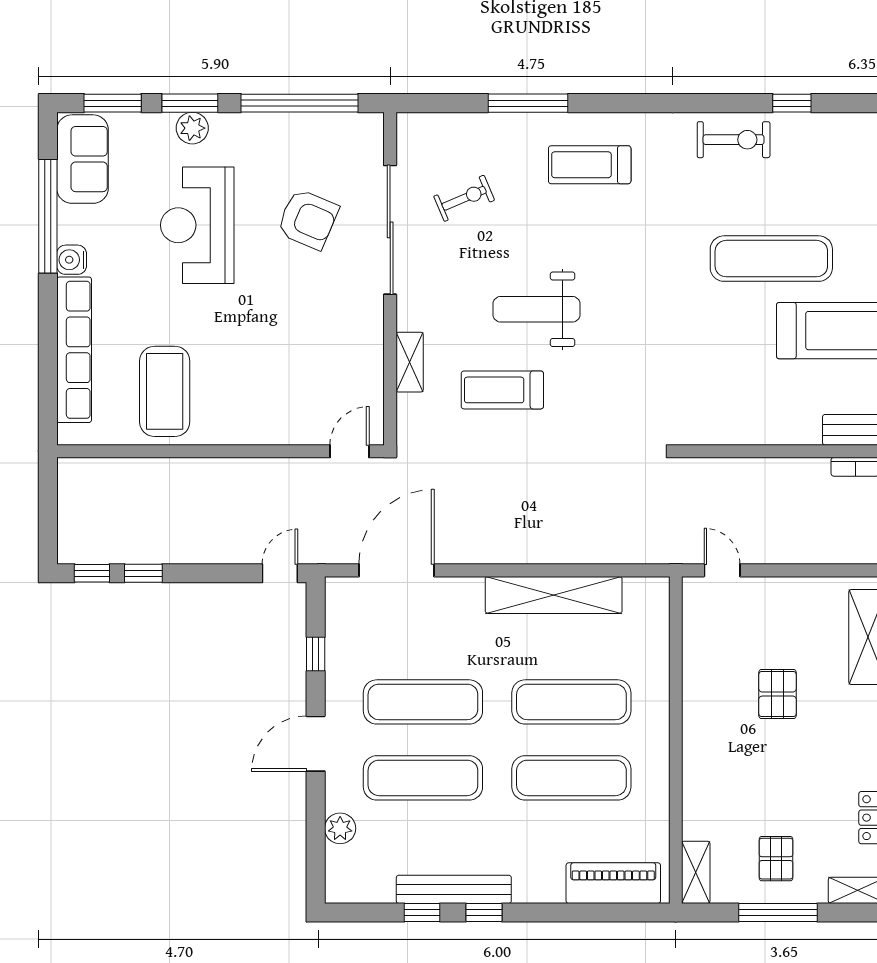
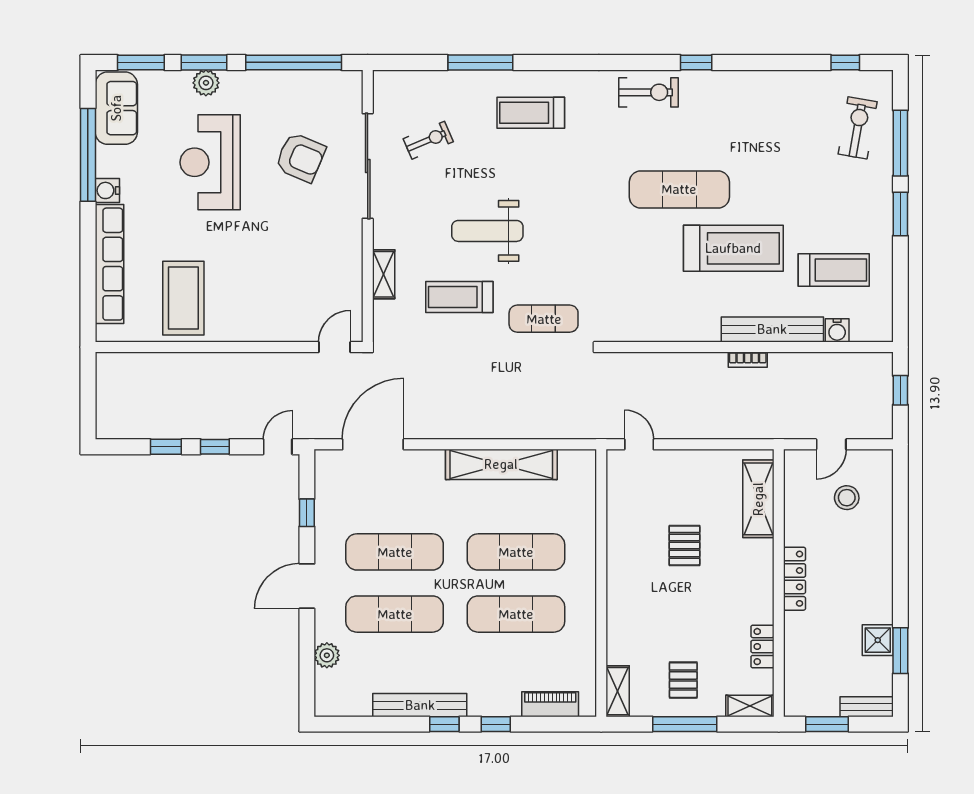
exercise mat: (605, 416) -> (544, 319), added
window: (92, 573) -> (215, 447), moved
piano: (613, 883) -> (550, 704), width x0.73, depth x0.75
window: (422, 912) -> (496, 724), moved

